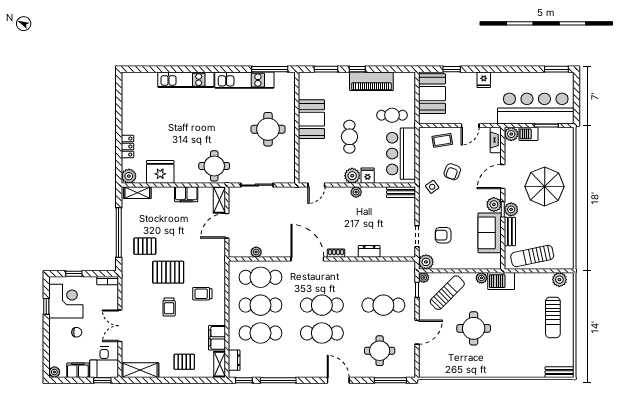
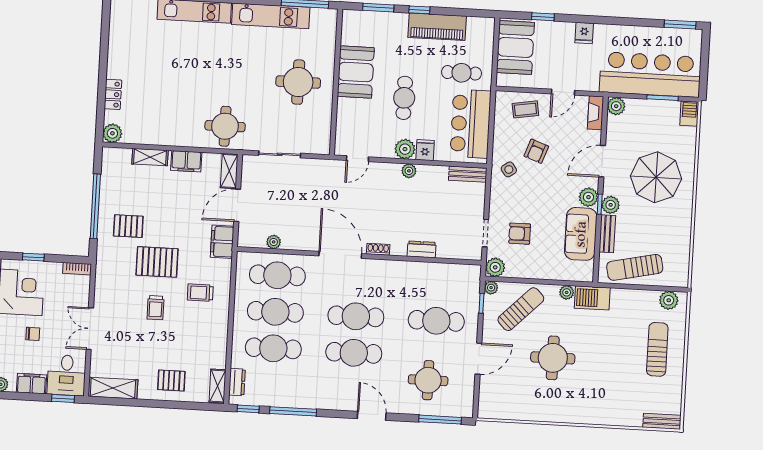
barbecue: (528, 134) -> (689, 114), moved, turned 90
fridge: (160, 172) -> (154, 130), removed
shelving: (137, 193) -> (150, 157), moved
sun lounger: (553, 317) -> (657, 349), turned 180
filing cabinet: (217, 338) -> (222, 242), moved

